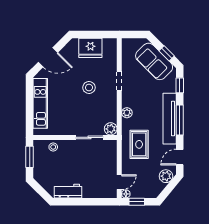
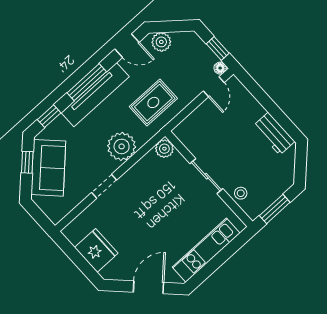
door: (48, 57) -> (148, 287), hinge flipped
stool: (89, 88) -> (141, 213), removed
plant: (127, 113) -> (122, 146), width x1.88, depth x1.88
sliding door: (89, 137) -> (206, 176), moved
door: (119, 182) -> (214, 87), swing flipped

